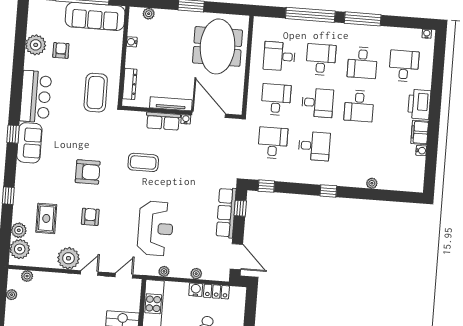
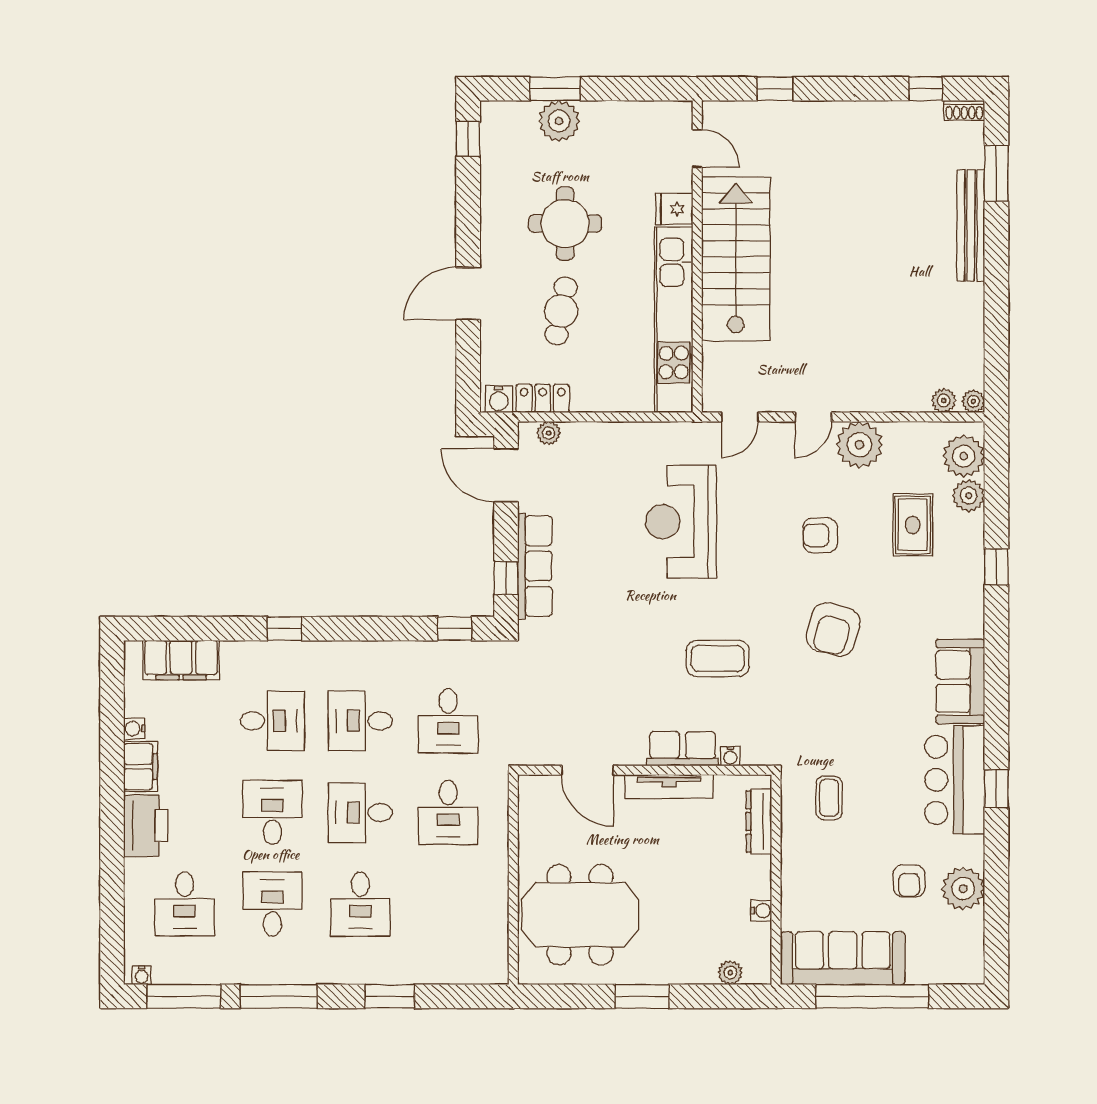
window: (310, 15) -> (390, 996), width x0.47
window: (408, 22) -> (184, 996), added
meeting table: (217, 46) -> (580, 915), turned 90
desk: (279, 56) -> (272, 721), moved
coffee table: (96, 93) -> (829, 798), width x0.54, depth x0.58
door: (209, 114) -> (587, 770), width x0.73
water cooler: (186, 119) -> (730, 756), moved
window: (13, 134) -> (996, 789), moved
armchair: (88, 172) -> (833, 630), turned -75
filing cabinet: (397, 181) -> (181, 660), added
plant: (372, 183) -> (233, 652), removed
window: (328, 191) -> (284, 629), moved
armchair: (90, 217) -> (820, 535), turned 90
plant: (164, 271) -> (656, 432), removed
plant: (196, 274) -> (549, 433), moved
water cooler: (196, 290) -> (499, 399), moved
plant: (12, 295) -> (973, 401), moved

